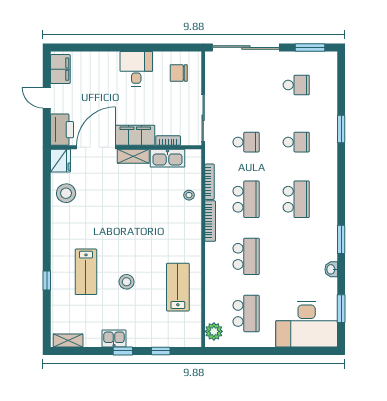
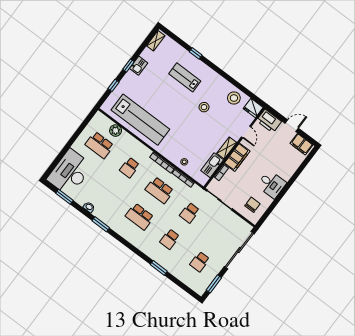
door: (96, 147) -> (246, 132), width x0.53
school desk: (246, 256) -> (130, 168), width x0.54
stool: (127, 282) -> (204, 107), moved
lab bench: (178, 287) -> (140, 120), width x1.86, depth x1.39
plant: (214, 331) -> (116, 131), moved

